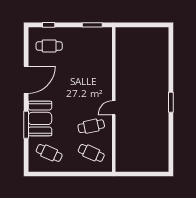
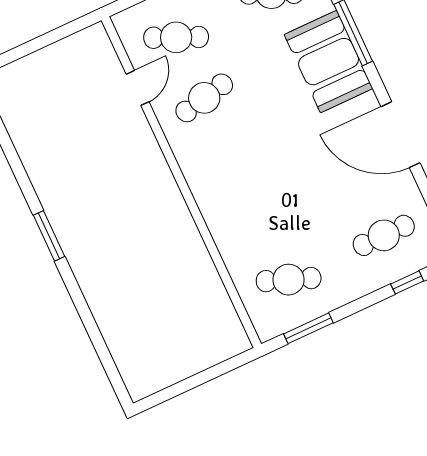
cafe table: (91, 46) -> (289, 280), added
door: (26, 80) -> (400, 135), hinge flipped
door: (114, 108) -> (138, 88), moved

